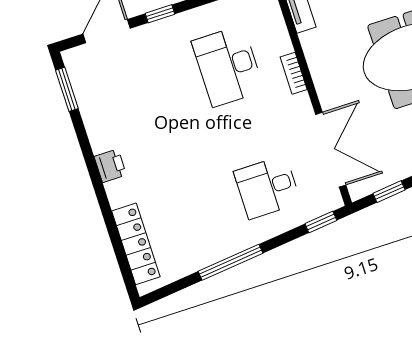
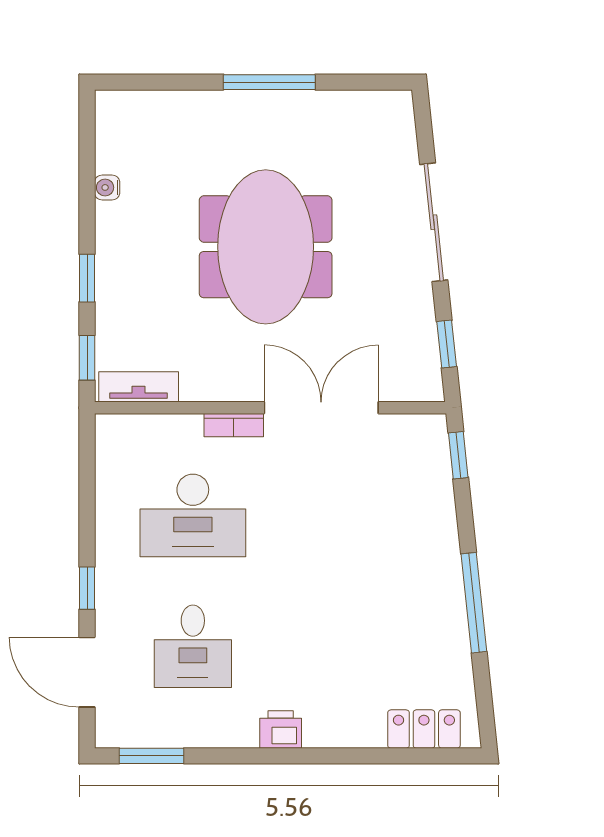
double door: (331, 150) -> (321, 408), moved
desk: (267, 187) -> (193, 646), moved
locker: (136, 244) -> (424, 729), width x0.66

